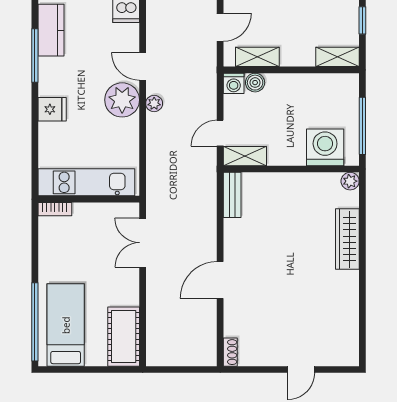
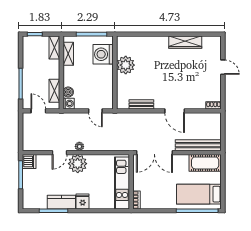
kitchen counter: (51, 30) -> (61, 202), moved
shelving: (245, 156) -> (68, 54), moved
plant: (350, 181) -> (126, 65), moved, width x1.88, depth x1.88
bench: (232, 195) -> (141, 104), moved
wardrobe: (347, 239) -> (185, 42), moved
double door: (143, 243) -> (154, 153), width x1.37
bench: (156, 324) -> (198, 145), added

